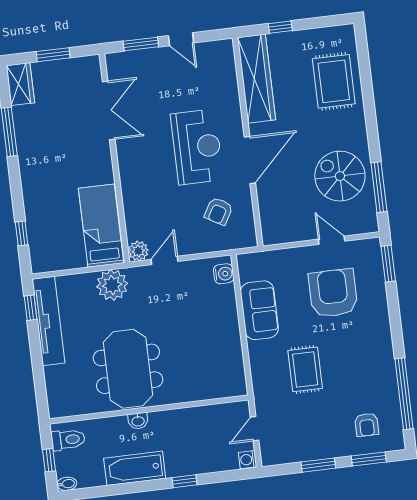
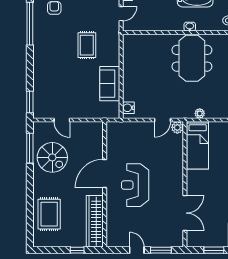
double door: (109, 110) -> (185, 213), swing flipped
armchair: (219, 211) -> (127, 145), removed
plant: (112, 285) -> (200, 113), width x0.53, depth x0.53
armchair: (333, 293) -> (65, 88), removed

